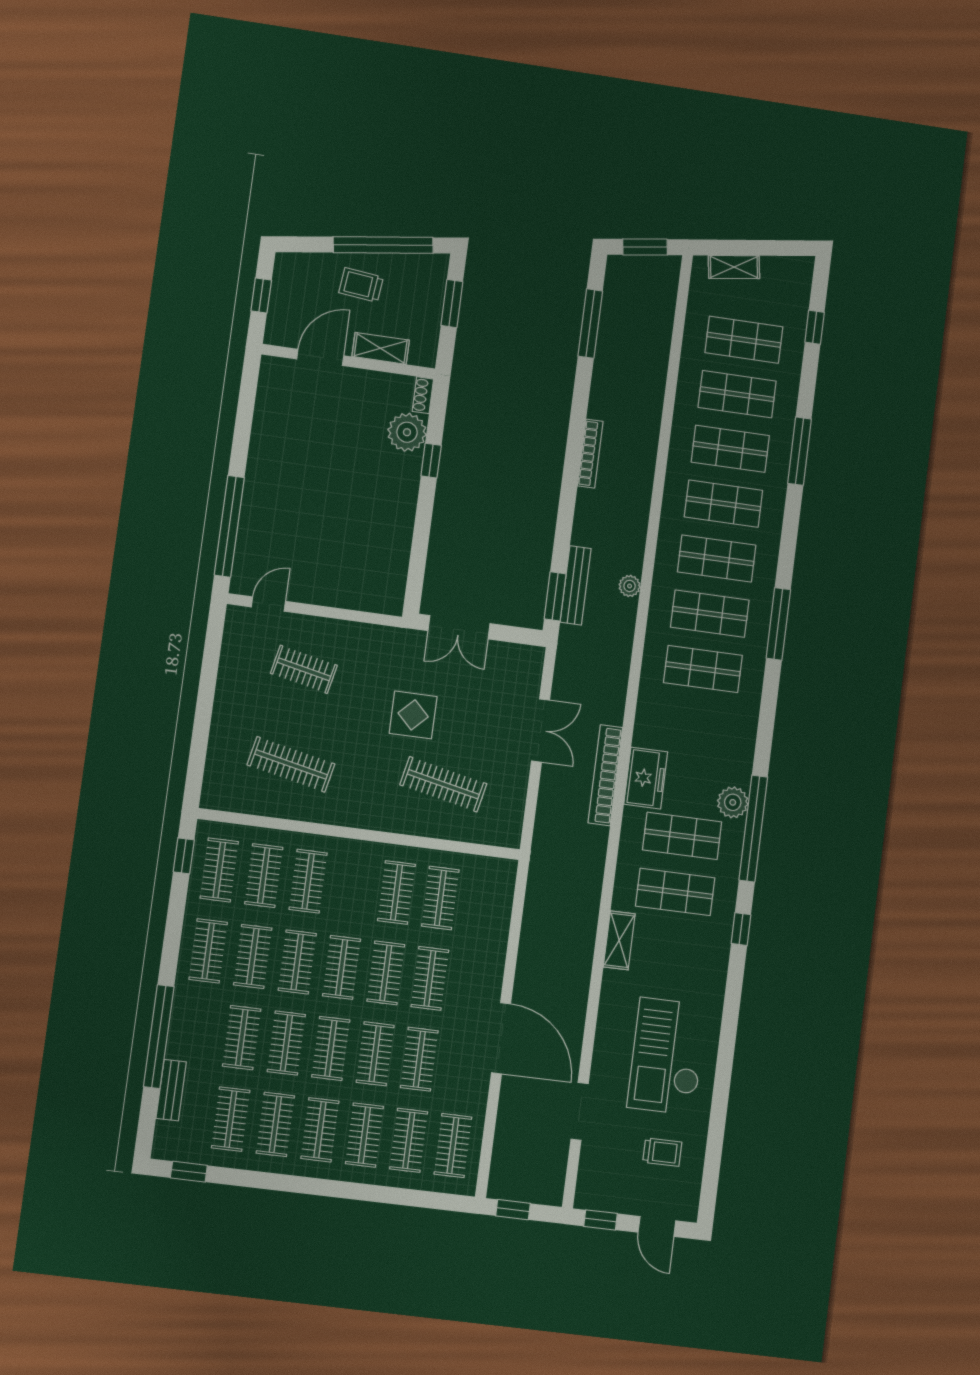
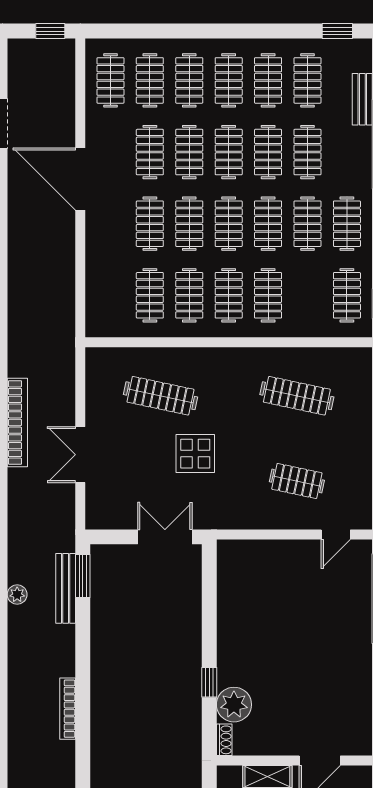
clothes rail: (264, 876) -> (229, 295), moved

